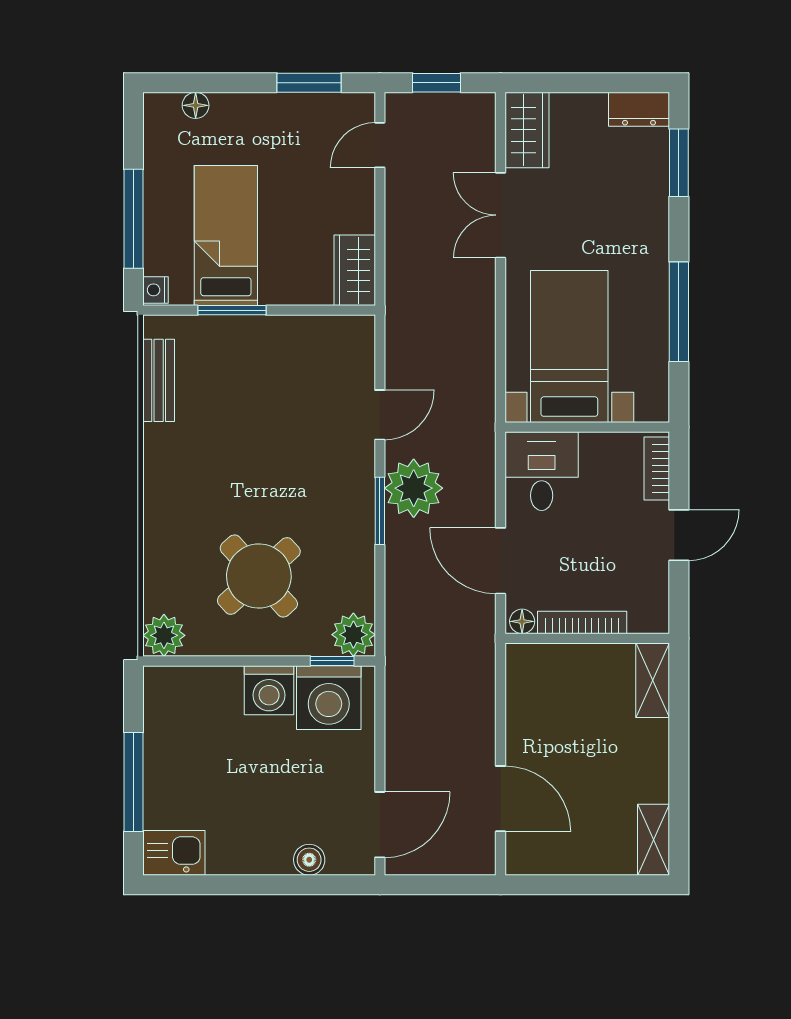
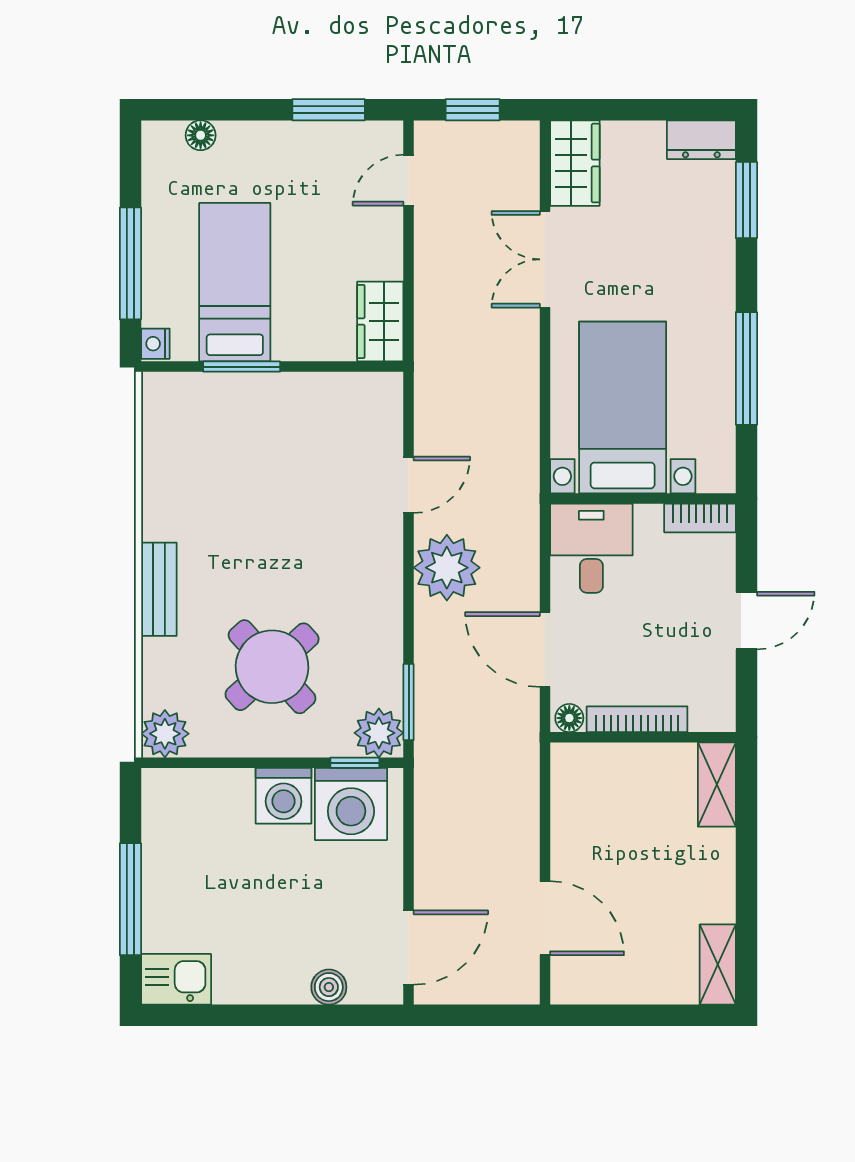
bench: (159, 380) -> (159, 589), moved
bookcase: (657, 469) -> (700, 518), moved, turned -90
window: (380, 511) -> (409, 702), moved

